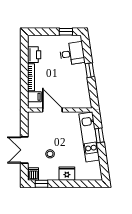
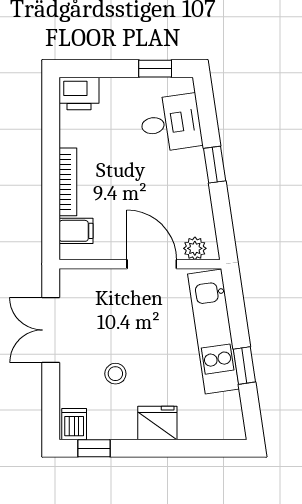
printer: (34, 55) -> (79, 94), moved, turned 90
plant: (82, 104) -> (195, 248), added
door: (52, 110) -> (152, 264), moved
window: (99, 135) -> (244, 366), moved
double door: (24, 150) -> (51, 330), moved

